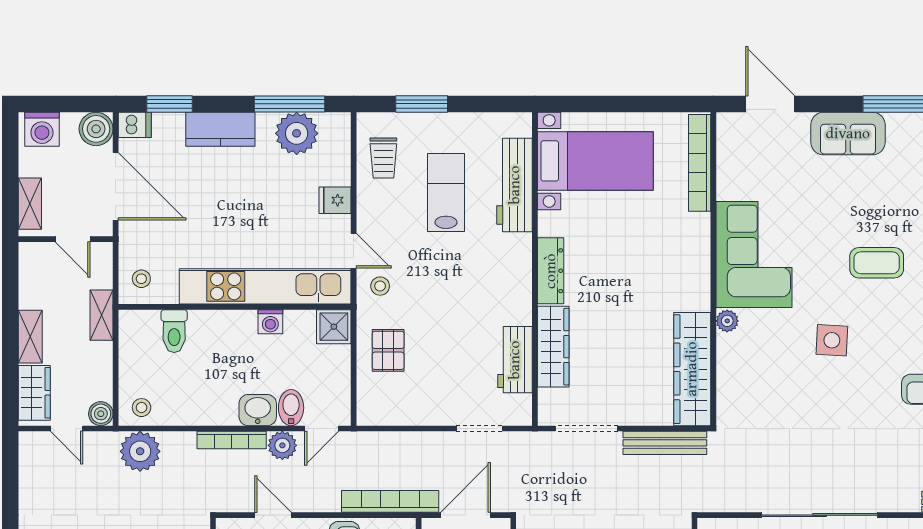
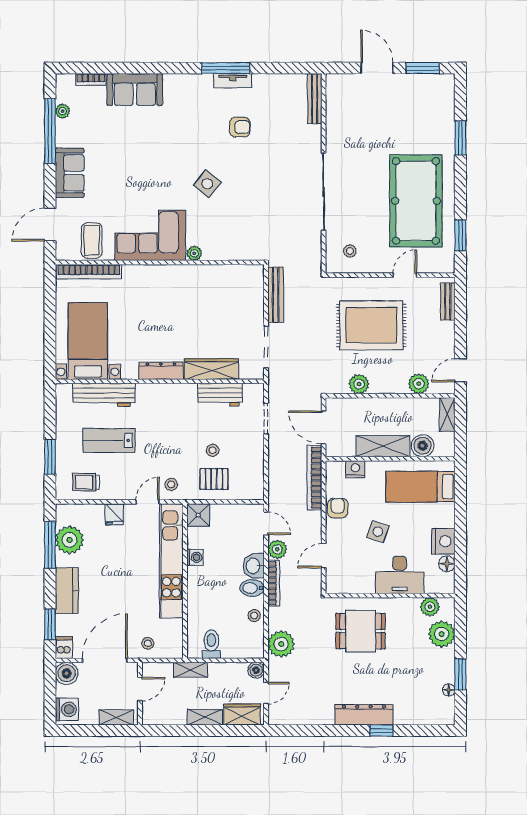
trolley: (383, 158) -> (86, 482), turned 180
coffee table: (877, 263) -> (92, 240), moved
stool: (141, 279) -> (148, 643), moved
toilet: (174, 331) -> (211, 644), moved, turned -90
side table: (832, 340) -> (207, 184), turned 36
stool: (431, 348) -> (213, 450), added
wardrobe: (692, 369) -> (226, 277), removed
stool: (142, 408) -> (254, 616), moved
bidet: (291, 408) -> (252, 588), moved

